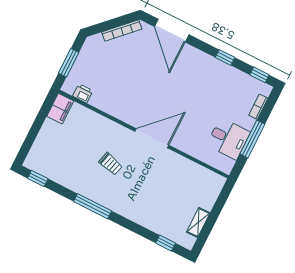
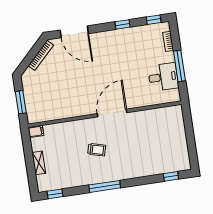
printer: (83, 93) -> (45, 116), removed
filing cabinet: (60, 109) -> (36, 131), width x0.50
shelving: (198, 222) -> (39, 163), moved

